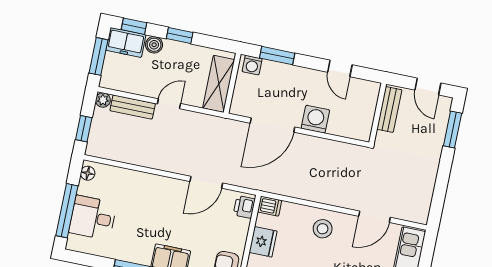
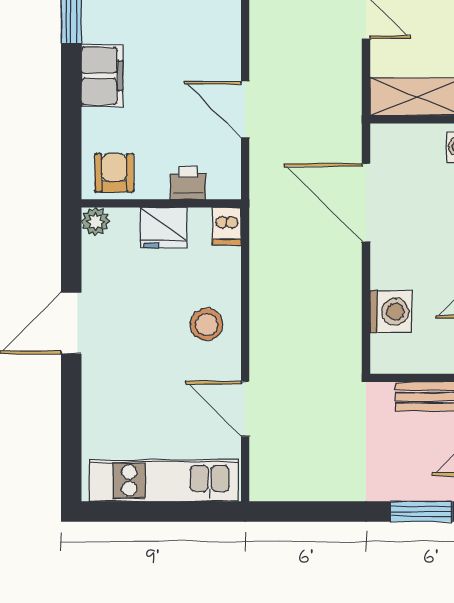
washing machine: (315, 119) -> (391, 312), moved
printer: (244, 207) -> (188, 183), moved

